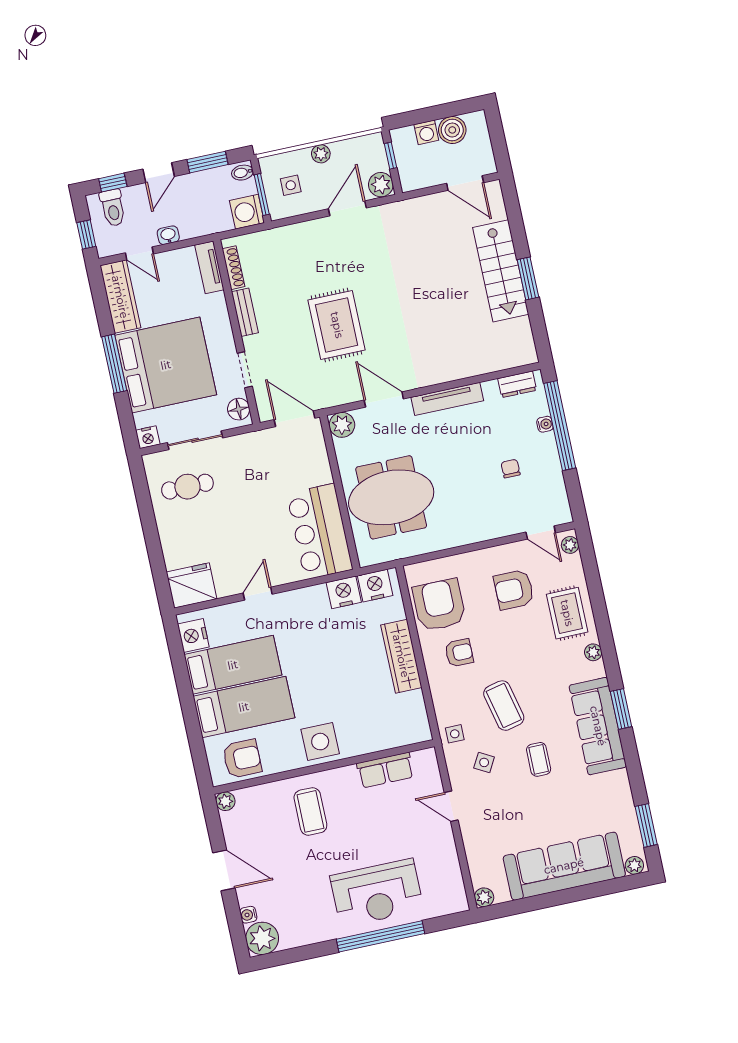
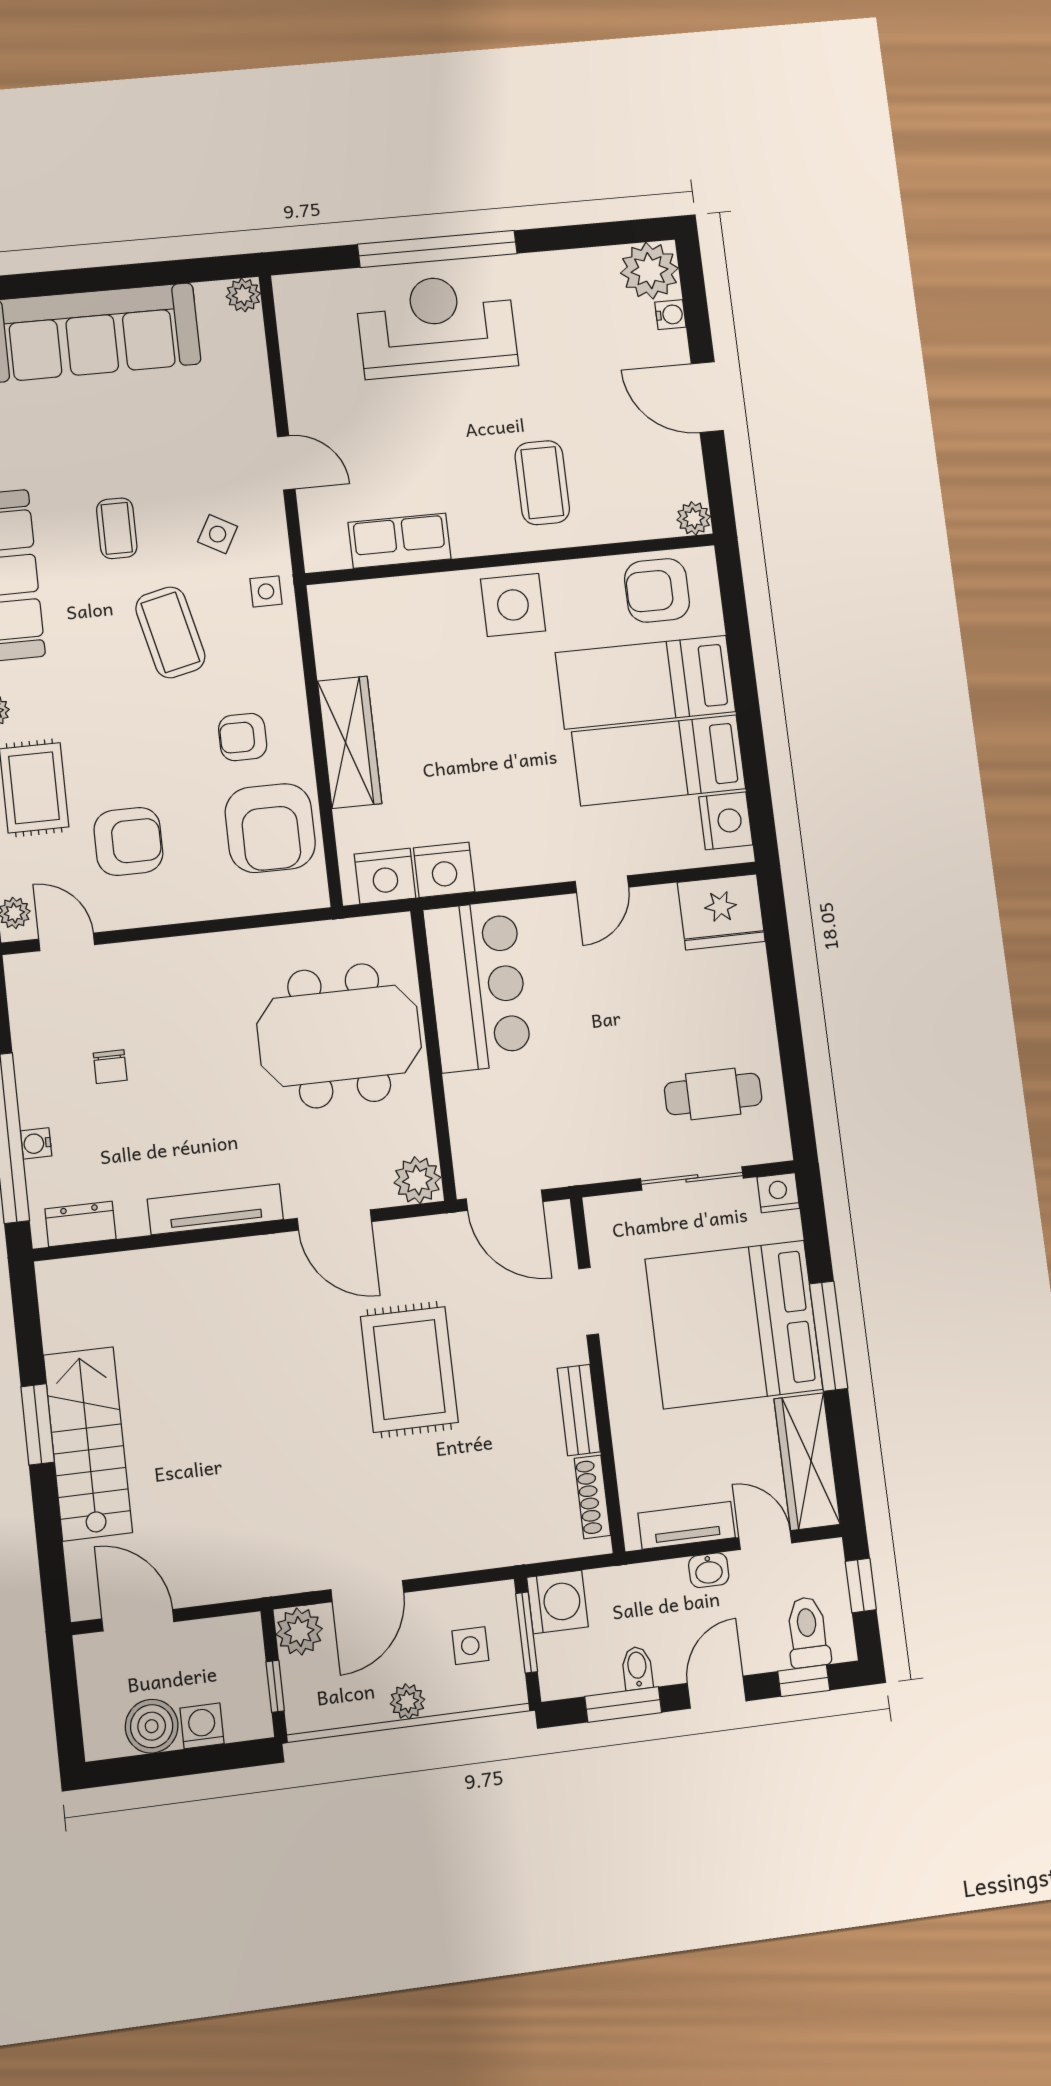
bidet: (242, 173) -> (637, 1668), moved, turned -90
tv unit: (209, 267) -> (687, 1525), moved, turned -90
floor lamp: (239, 409) -> (606, 1229), removed

